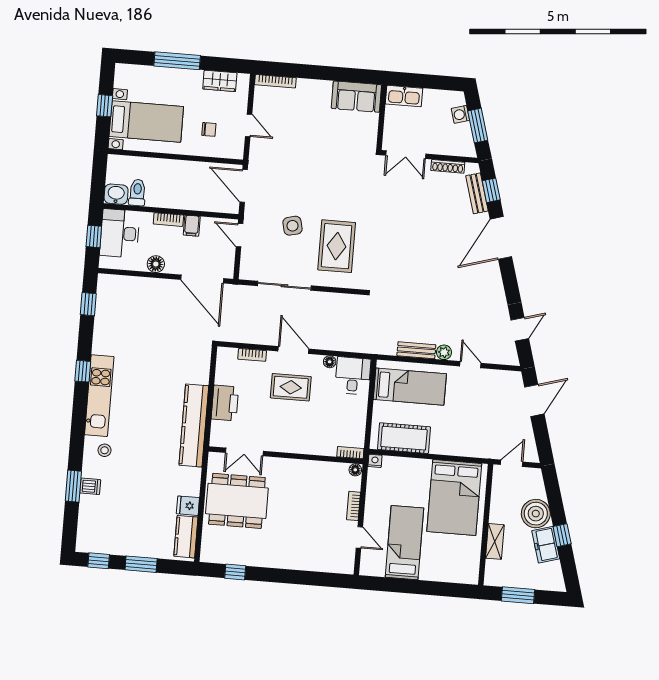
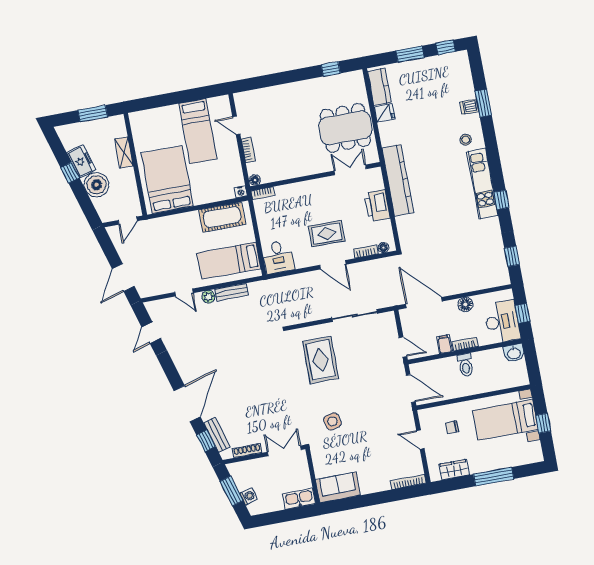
toilet: (137, 193) -> (465, 365), moved
side table: (293, 226) -> (332, 421), moved
floor lamp: (330, 362) -> (384, 248), moved

